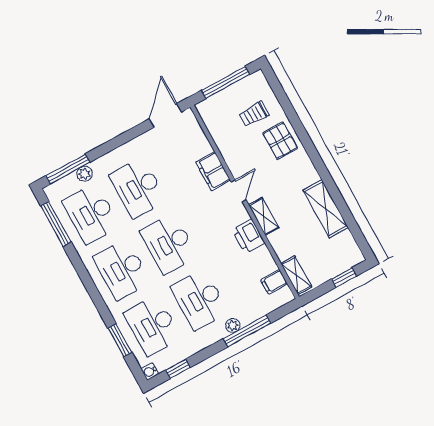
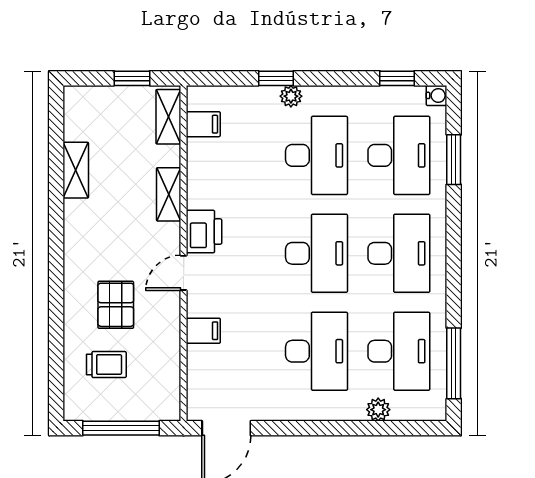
pallet: (280, 141) -> (116, 305), moved
window: (68, 169) -> (397, 428), removed
filing cabinet: (213, 171) -> (203, 331), width x0.50
shelving: (326, 209) -> (76, 170), width x0.67, depth x0.75
shelving: (264, 216) -> (169, 194), moved
printer: (248, 236) -> (204, 232), moved
window: (344, 278) -> (132, 78), moved
window: (247, 331) -> (276, 78), width x0.46

